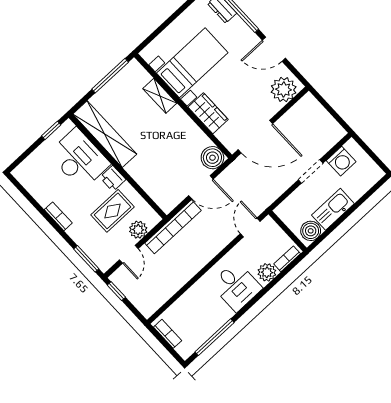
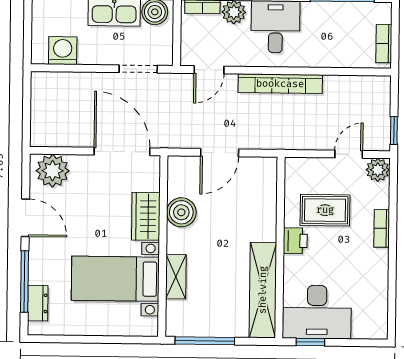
boiler: (212, 158) -> (181, 212), moved
desk: (79, 159) -> (317, 312), moved, turned -90
doorway: (311, 171) -> (138, 69), moved
door: (201, 187) -> (220, 153), swing flipped
bookcase: (58, 216) -> (382, 228), moved
bookcase: (173, 227) -> (280, 84), moved, turned 180
plant: (138, 230) -> (378, 170), moved
window: (86, 259) -> (393, 188), removed

